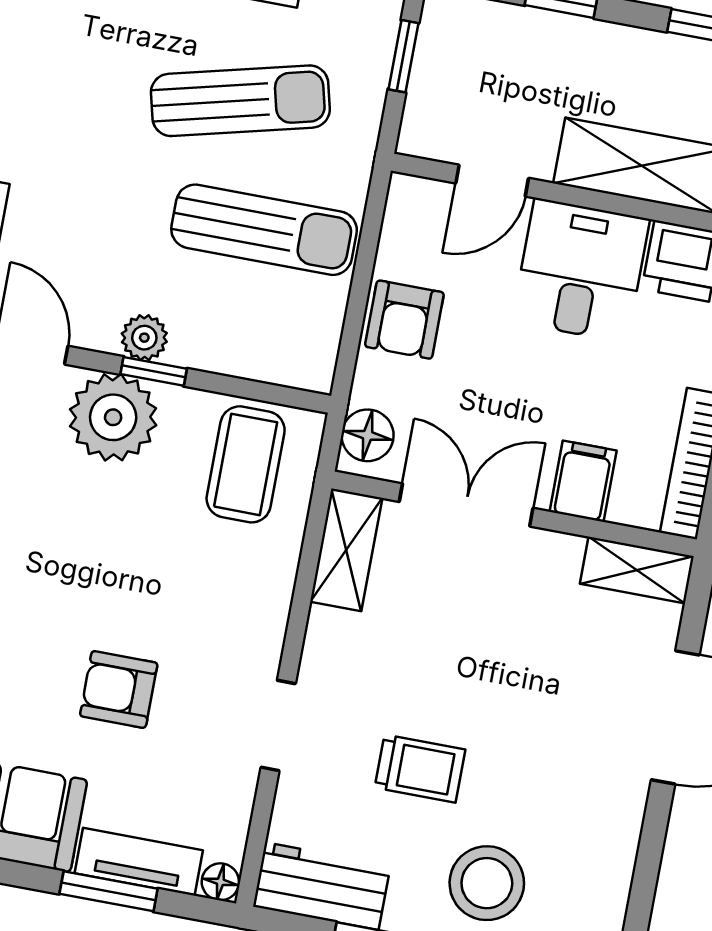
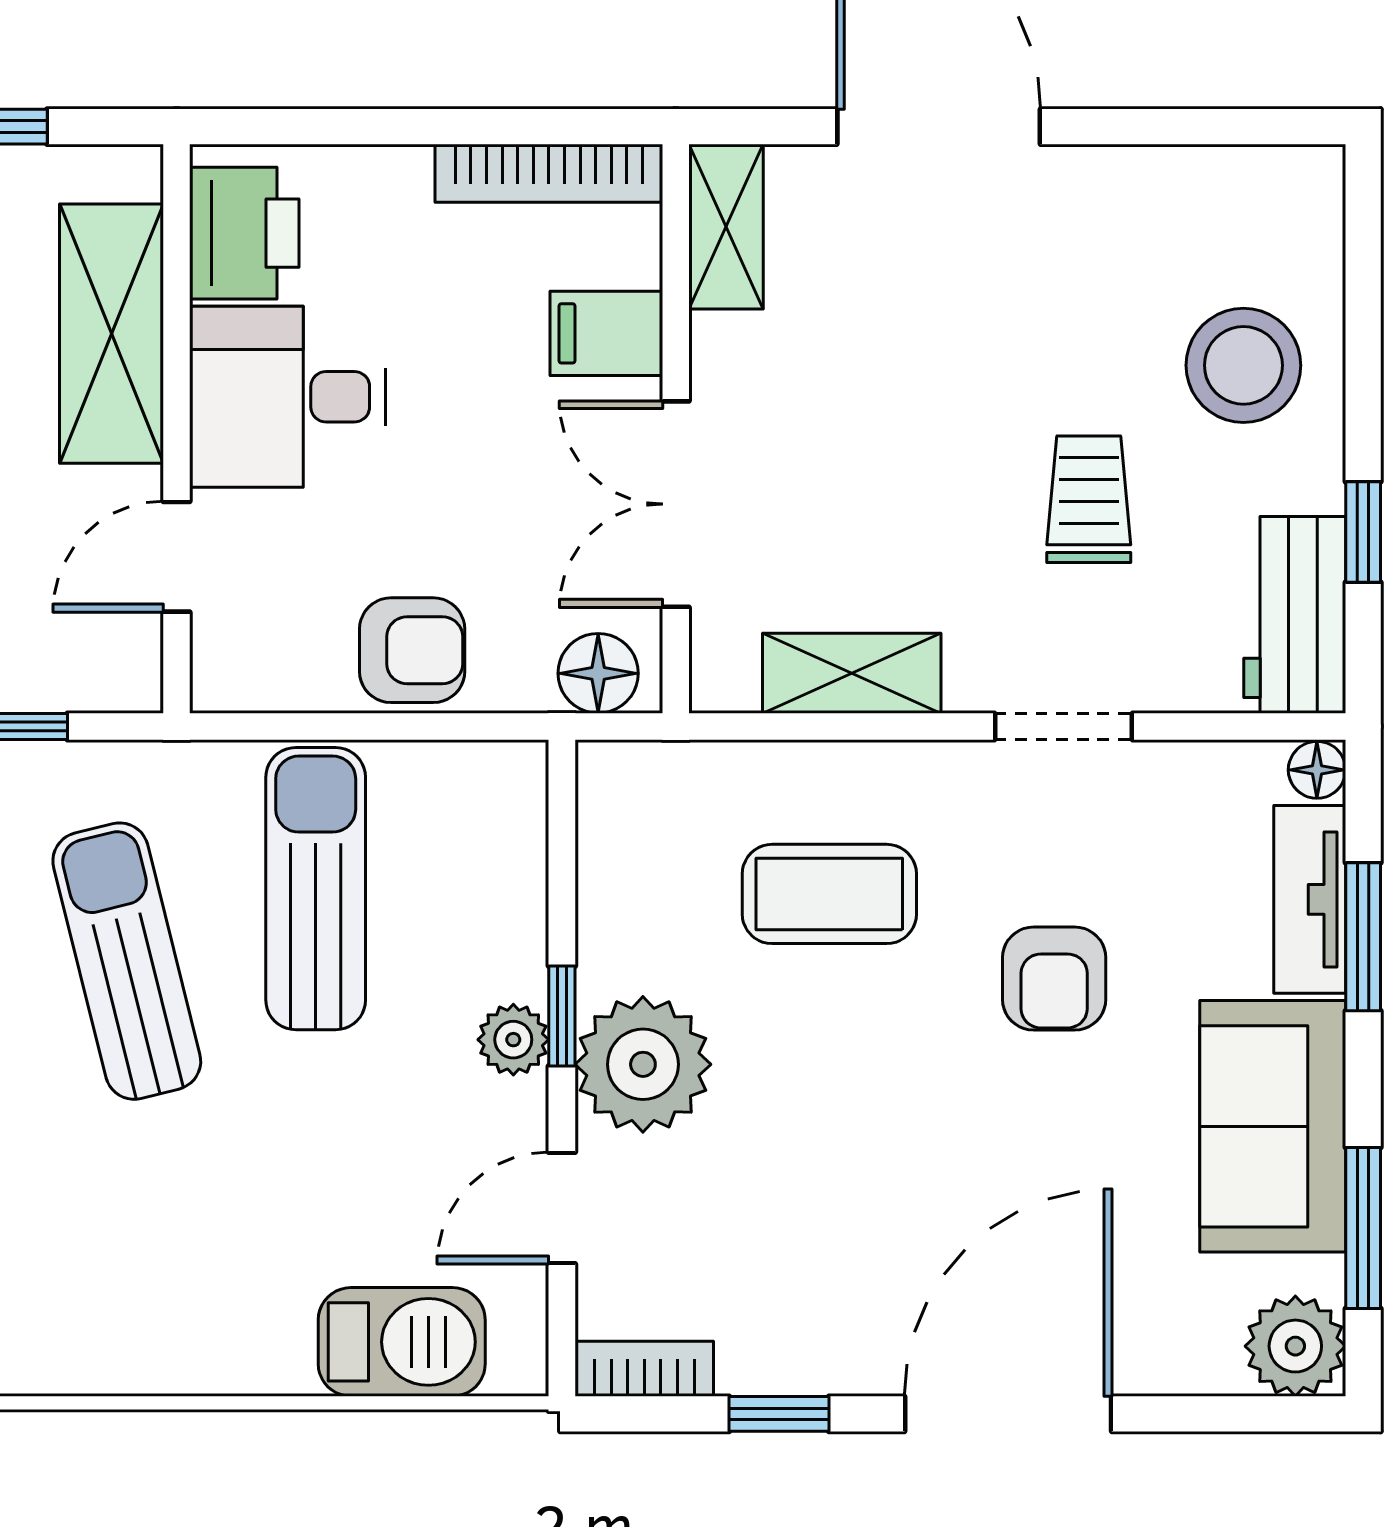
door: (492, 181) -> (177, 557), swing flipped
coffee table: (246, 464) -> (829, 894), moved
shelving: (346, 550) -> (852, 673), moved

